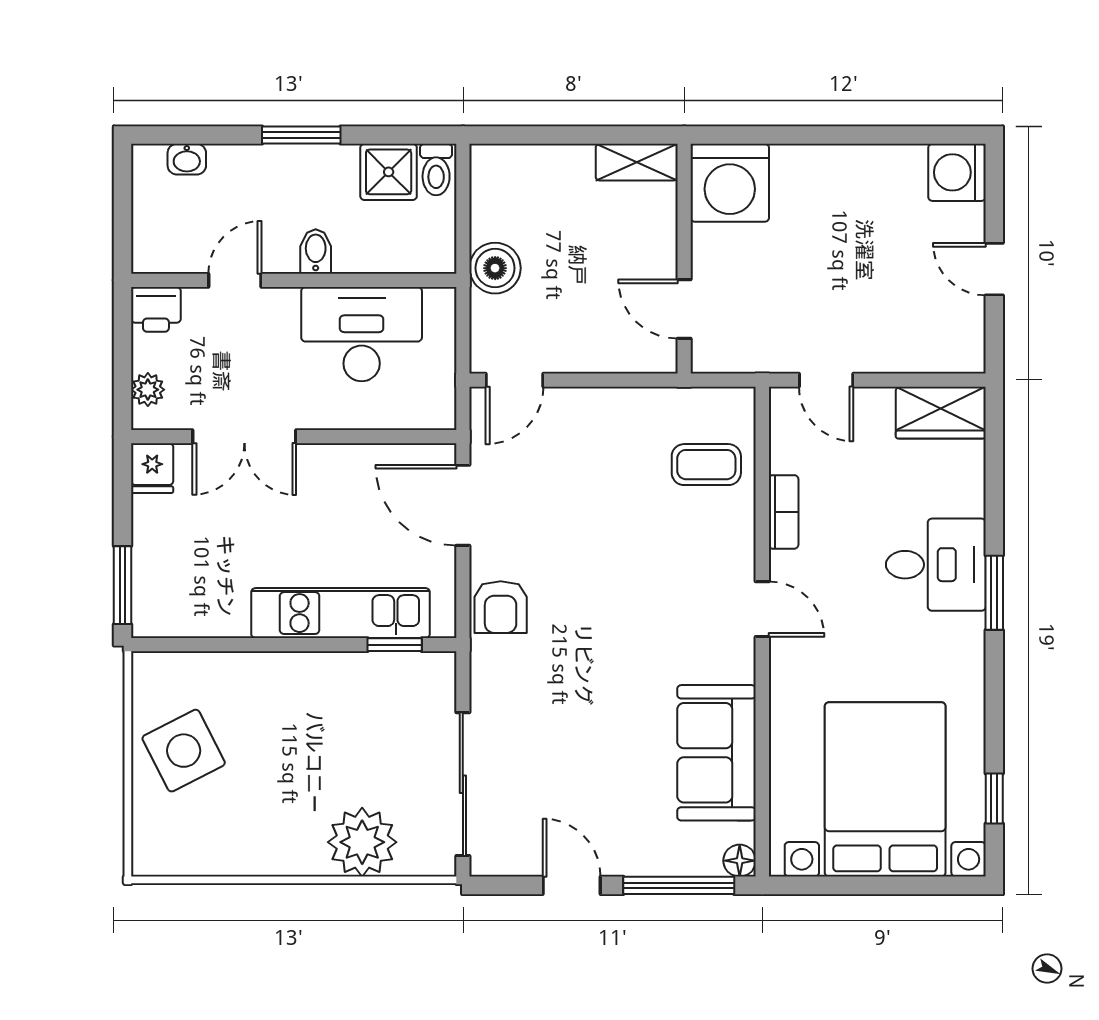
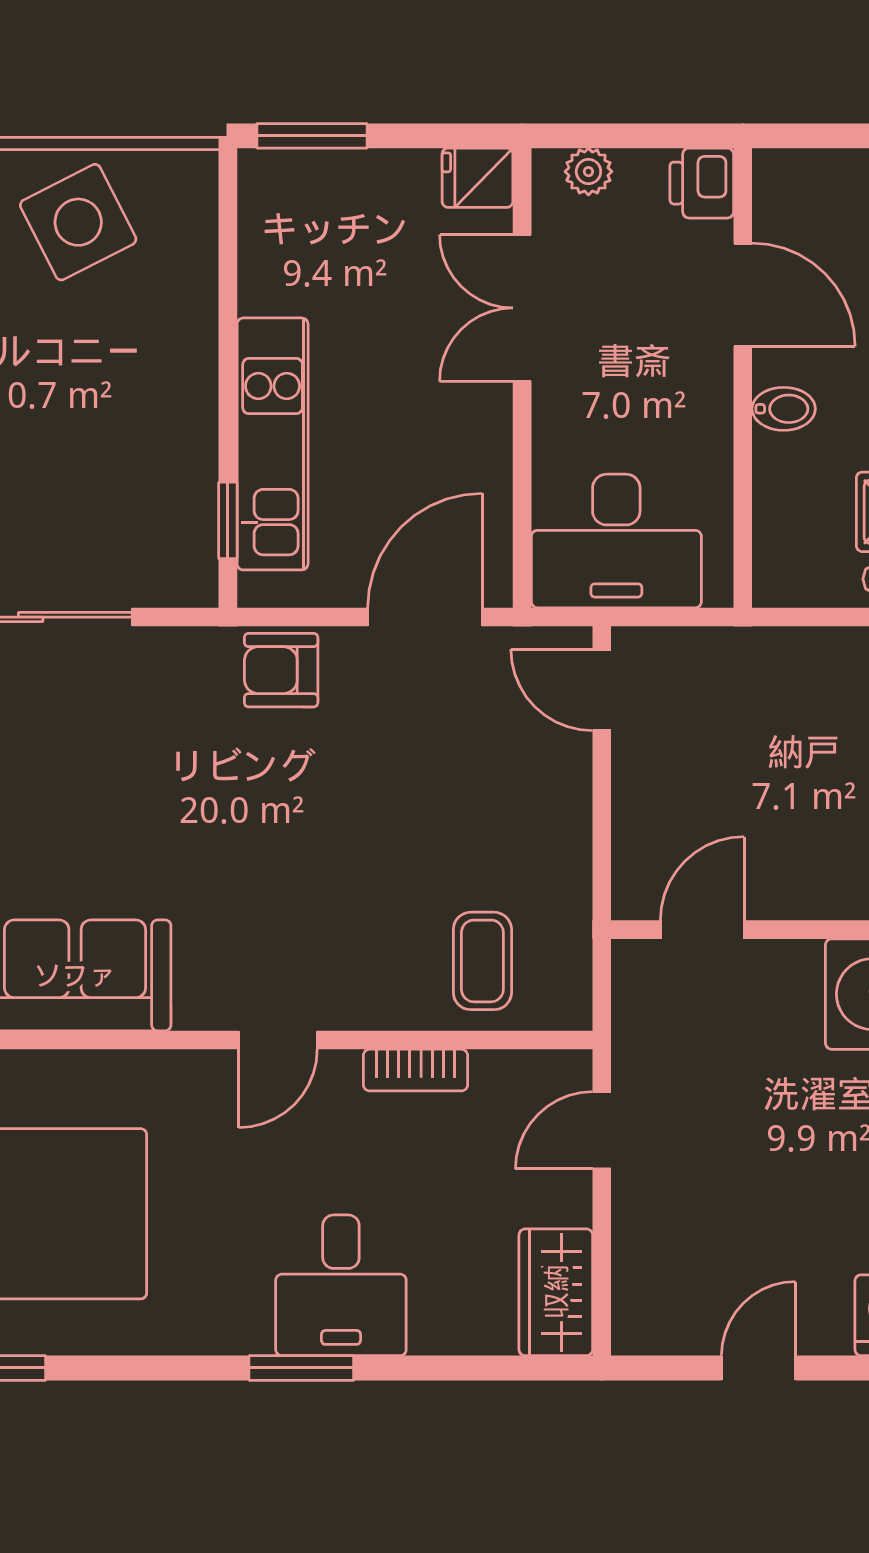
boiler: (495, 268) -> (760, 662), removed
door: (235, 280) -> (743, 295), width x1.38
desk: (362, 334) -> (616, 541), moved, turned 90

